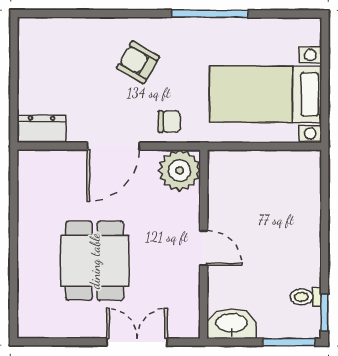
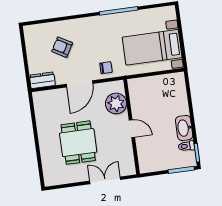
armchair: (138, 62) -> (62, 47), moved
plant: (180, 170) -> (116, 103), moved
washbasin: (232, 324) -> (184, 128), moved, turned -90

